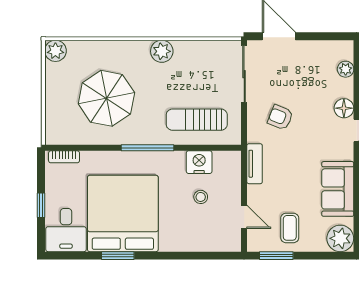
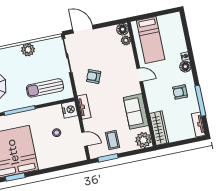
plant: (162, 51) -> (28, 50), moved
floor lamp: (344, 108) -> (123, 29), moved
nightstand: (199, 162) -> (70, 110), moved, turned 90

